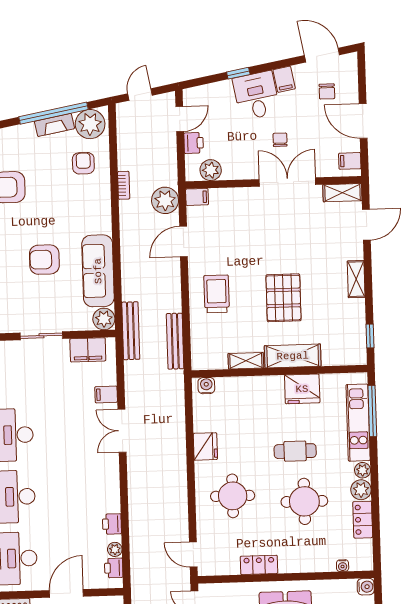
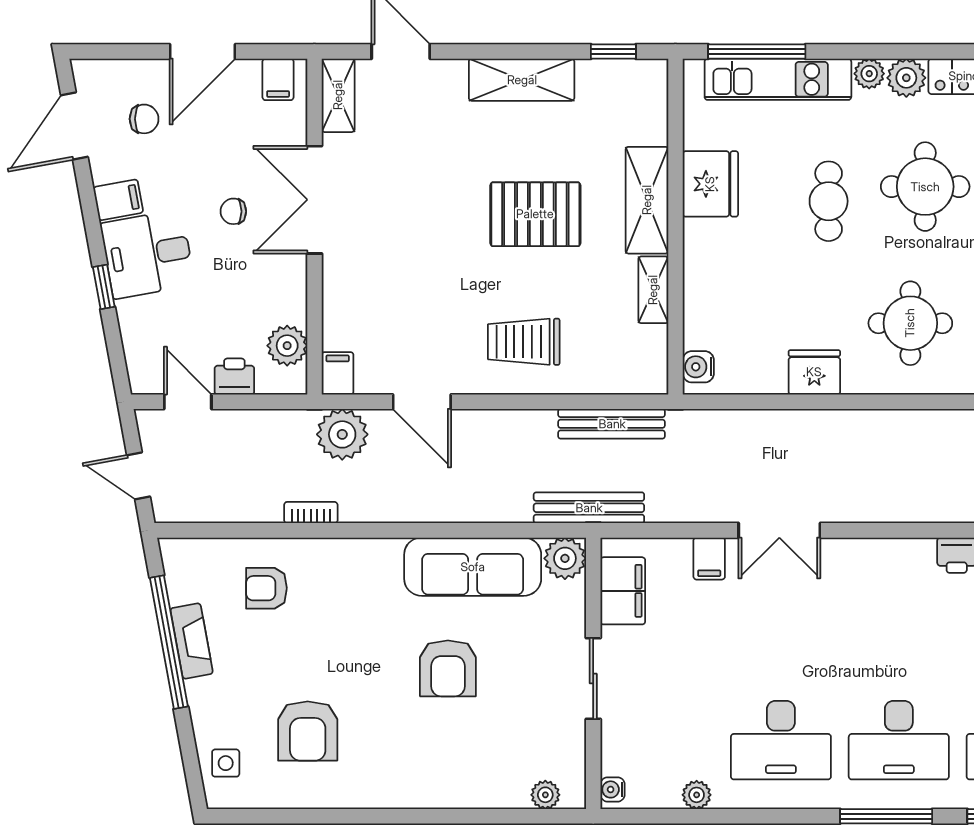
plant: (90, 124) -> (192, 573), removed
shelving: (356, 279) -> (522, 80), width x1.50, depth x1.33

